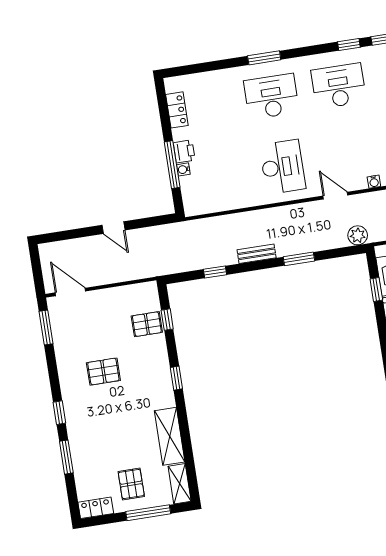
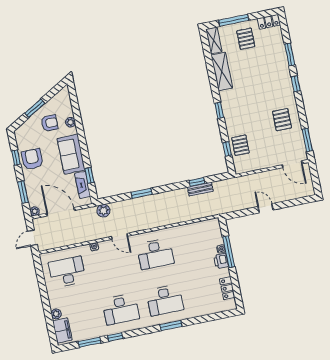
desk: (282, 167) -> (155, 254), turned -90
bench: (257, 254) -> (200, 189), moved
pallet: (147, 324) -> (240, 145), turned 90
pallet: (103, 372) -> (282, 120), moved, turned 90

